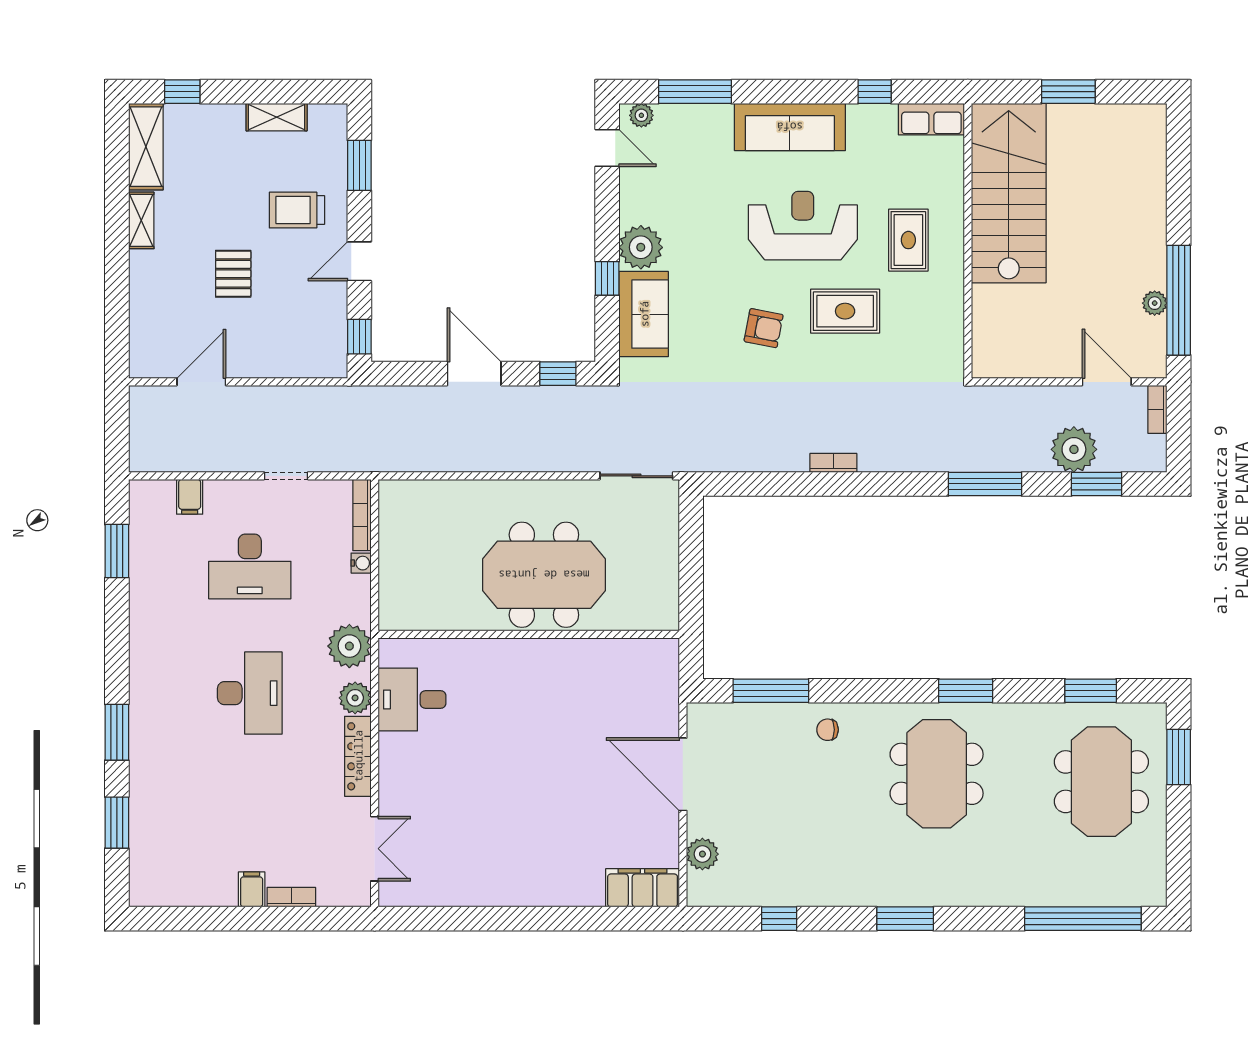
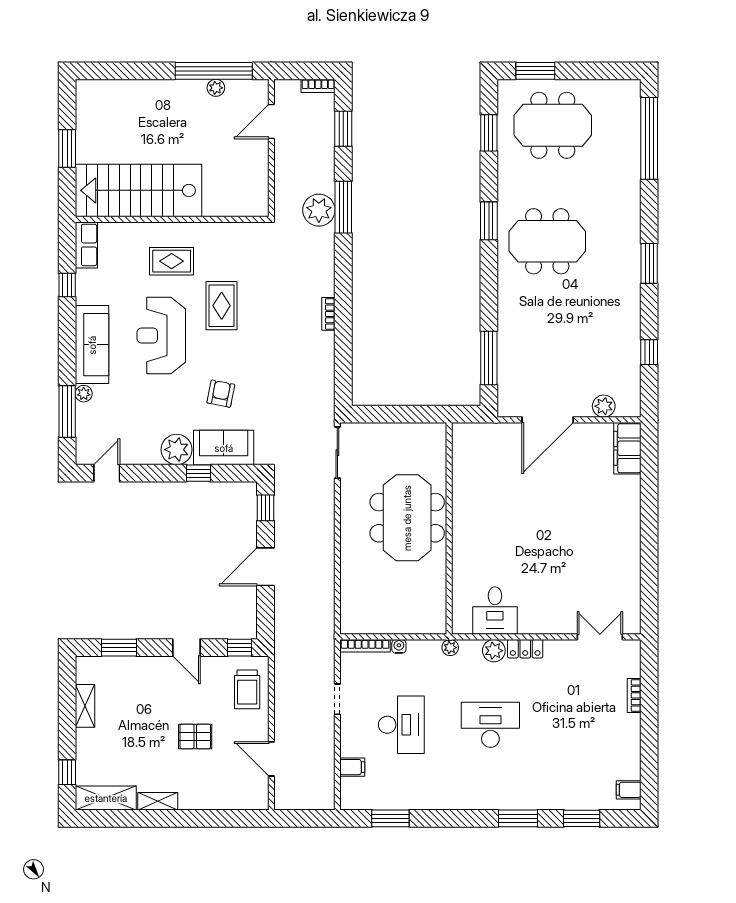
plant: (641, 115) -> (84, 394), moved
trolley: (297, 210) -> (247, 689), moved
armchair: (764, 328) -> (221, 394), moved
bookcase: (1157, 409) -> (318, 86), moved
plant: (1074, 449) -> (319, 210), moved
plant: (349, 646) -> (450, 648), width x0.53, depth x0.53
chair: (828, 730) -> (516, 318), removed
locker: (358, 756) -> (525, 649), width x0.66
filing cabinet: (252, 889) -> (629, 790), moved

